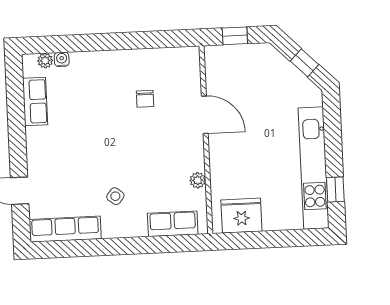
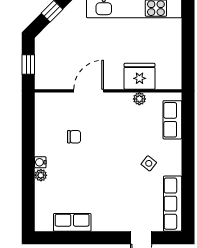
water cooler: (62, 59) -> (40, 162), moved
plant: (45, 61) -> (41, 175), moved
fridge: (241, 216) -> (140, 76), moved, turned 90

